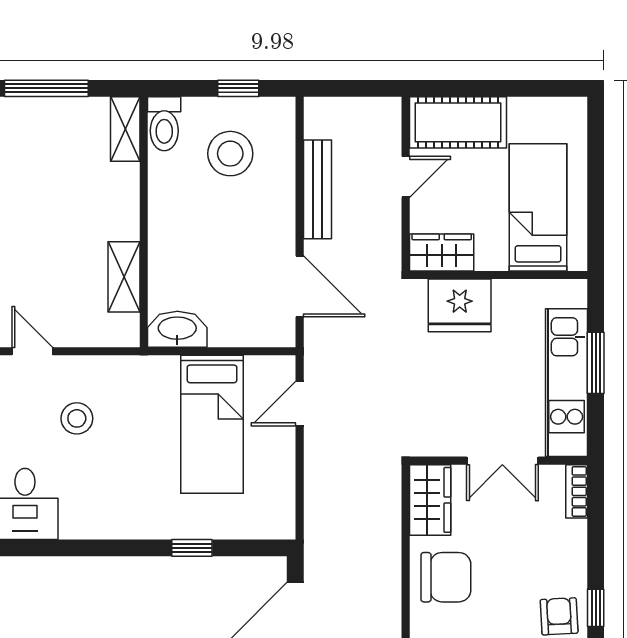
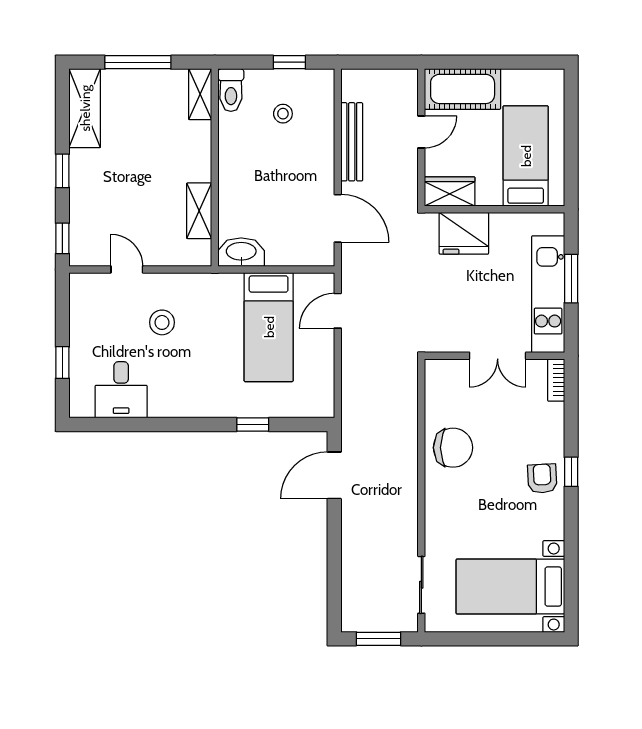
stool: (230, 154) -> (283, 114), width x0.53, depth x0.53
wardrobe: (430, 500) -> (441, 387), removed

